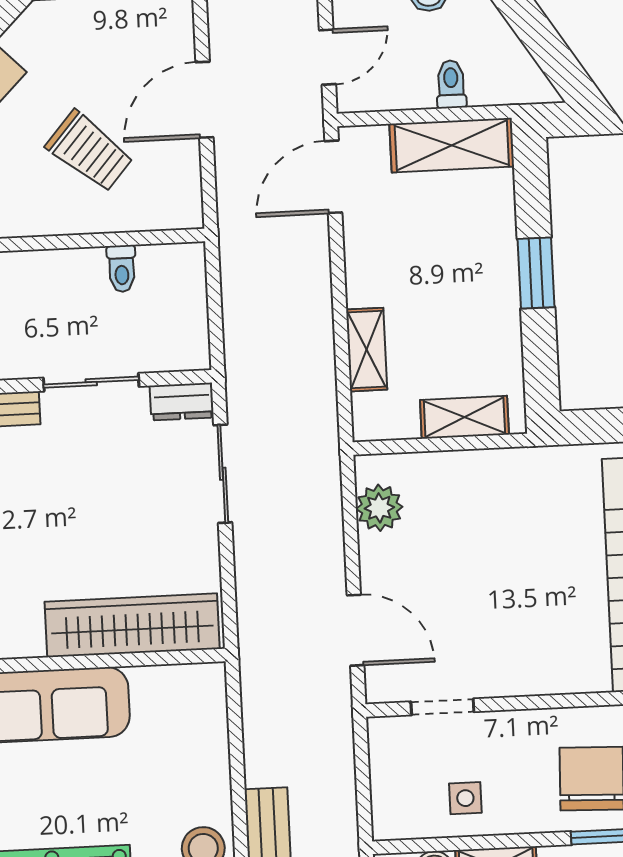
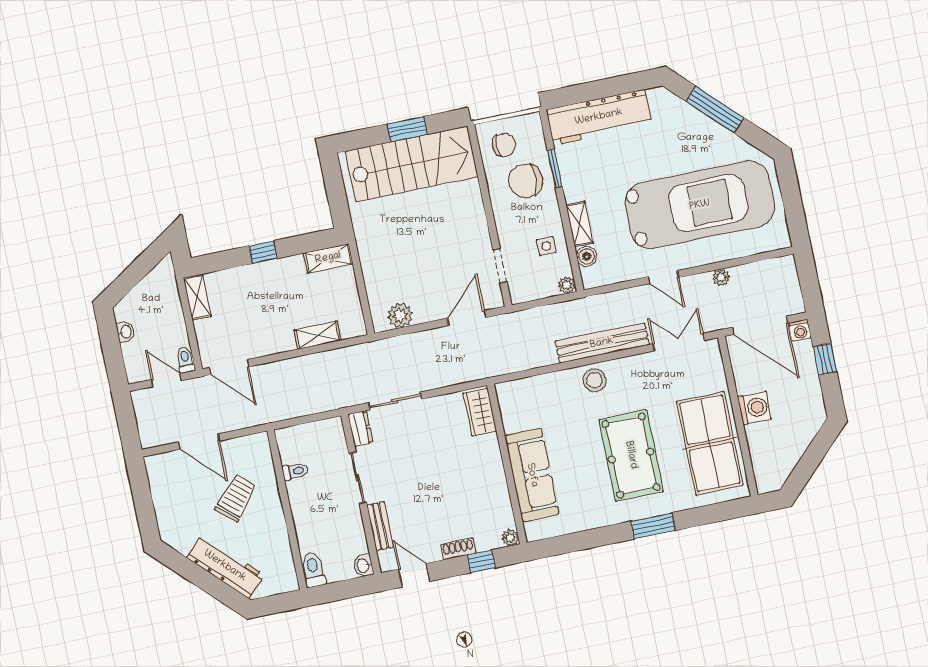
toilet: (451, 84) -> (185, 360), moved, turned 90
shelving: (452, 145) -> (197, 297), width x0.67, depth x0.75
window: (536, 273) -> (263, 252), width x0.67
shelving: (464, 417) -> (328, 258), moved, turned 90
wardrobe: (132, 625) -> (480, 412), width x0.48, depth x0.85
plant: (387, 825) -> (567, 285), added

